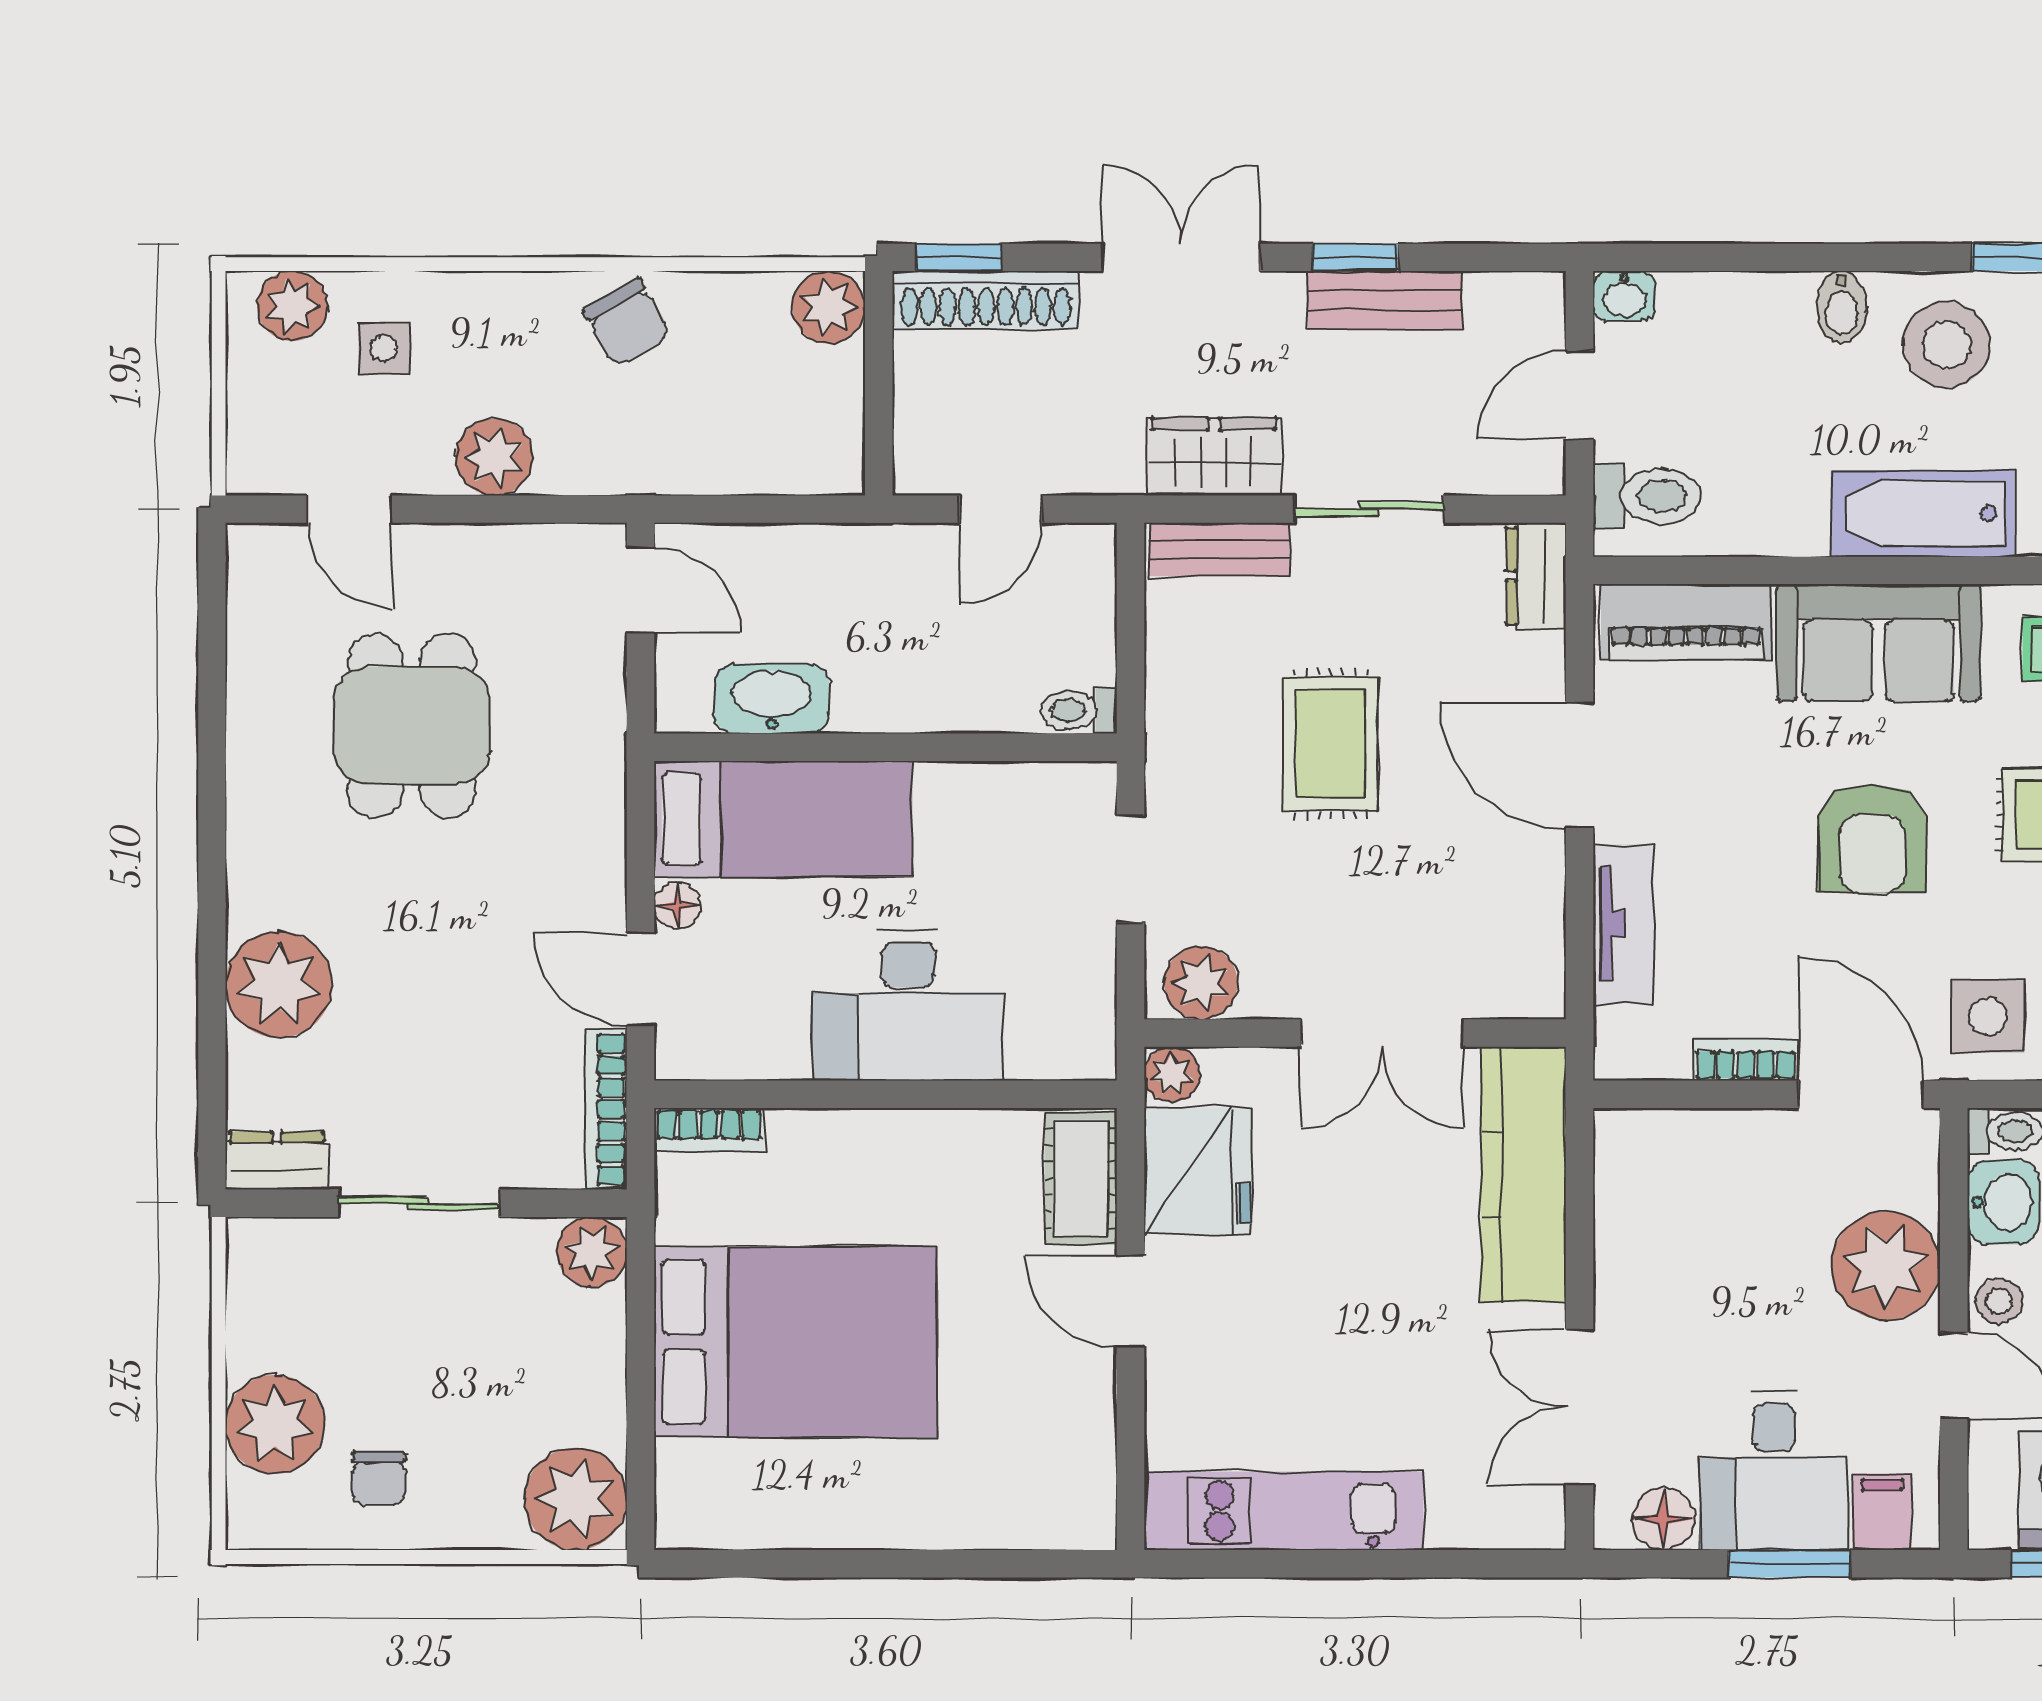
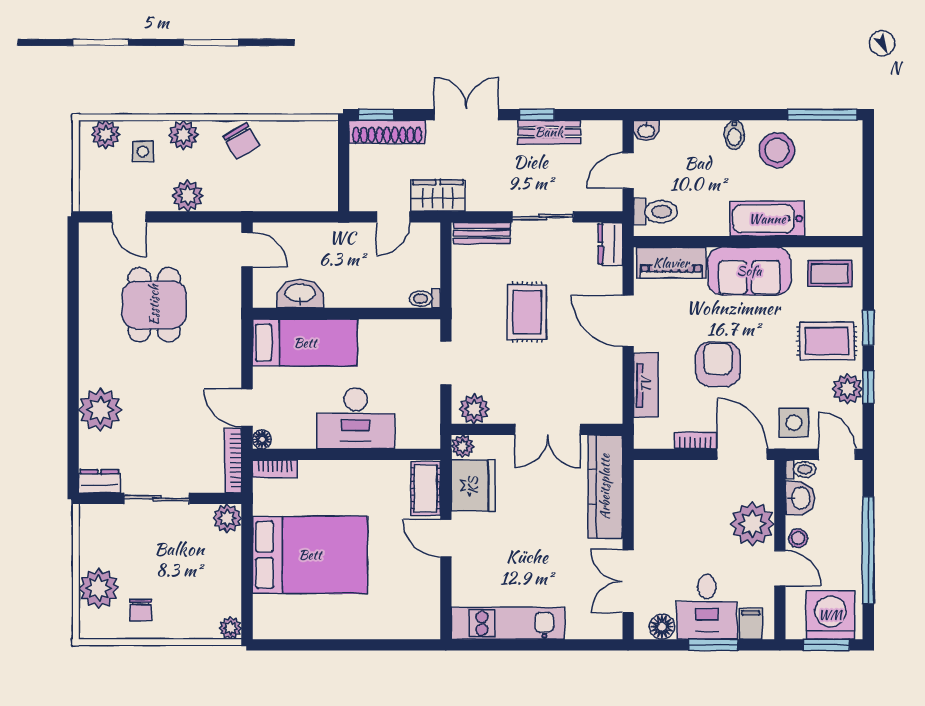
plant: (829, 307) -> (183, 135), moved
wardrobe: (1214, 457) -> (438, 195), moved
armchair: (1872, 838) -> (718, 364), moved, turned 180
floor lamp: (677, 906) -> (262, 439), moved
plant: (576, 1499) -> (230, 628), width x0.53, depth x0.53

